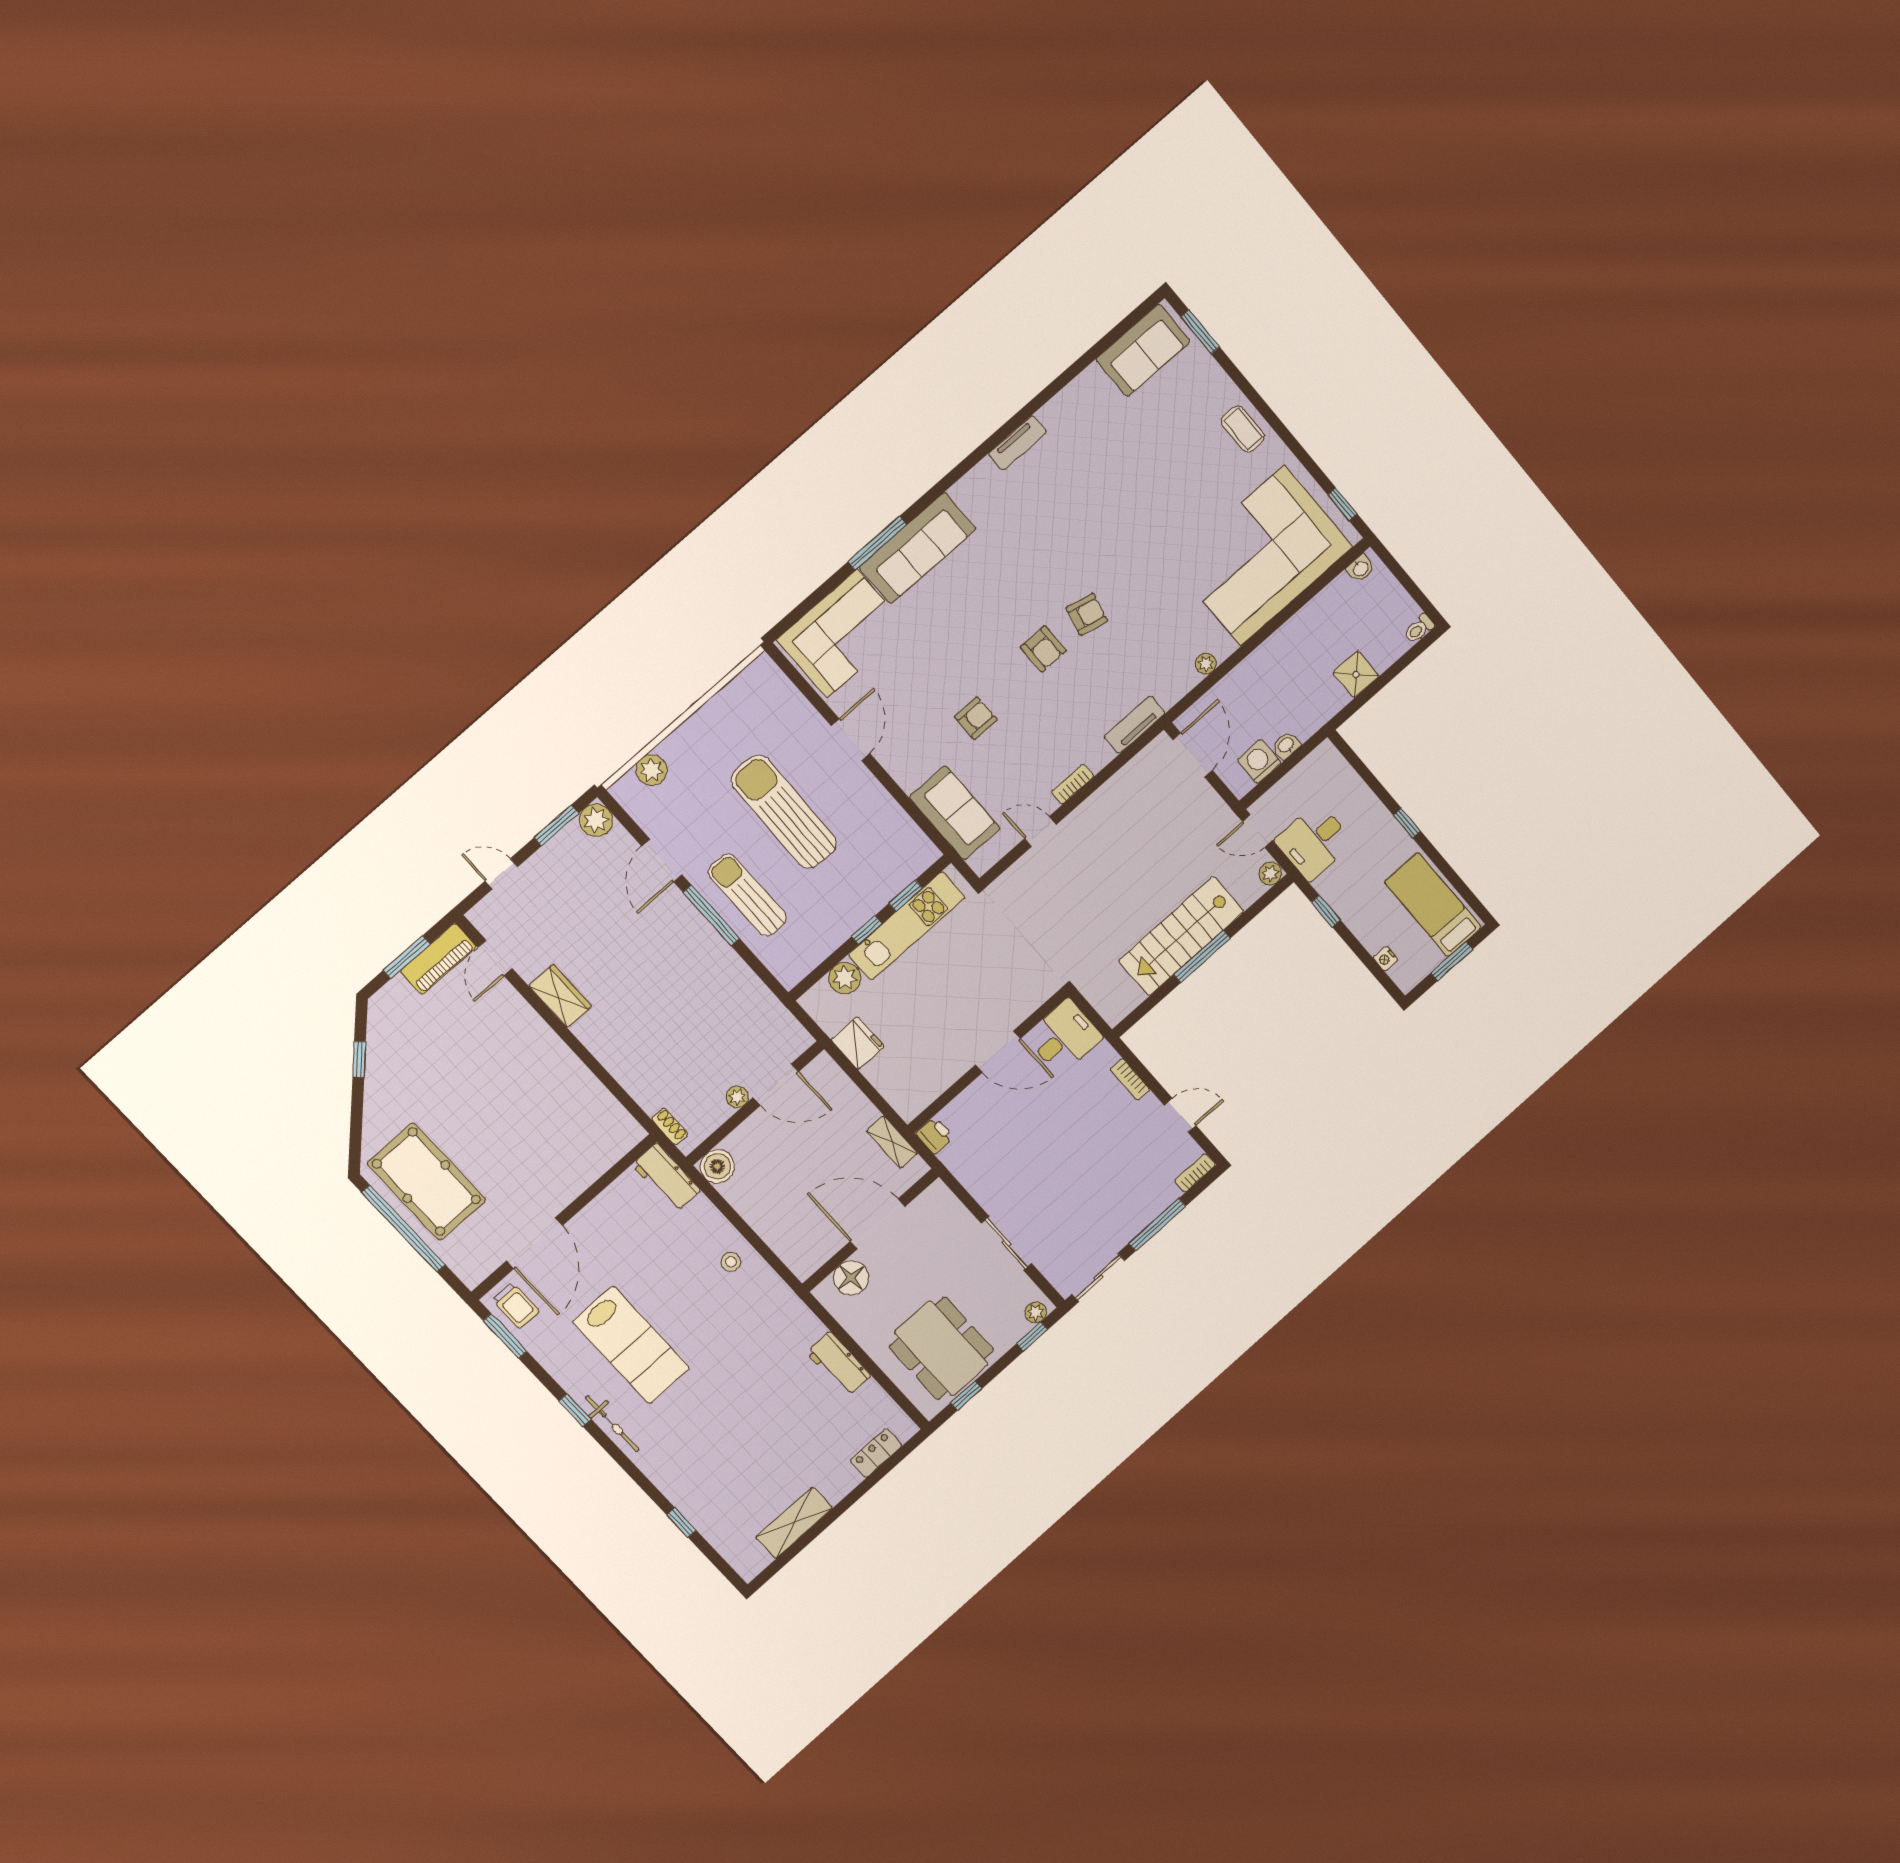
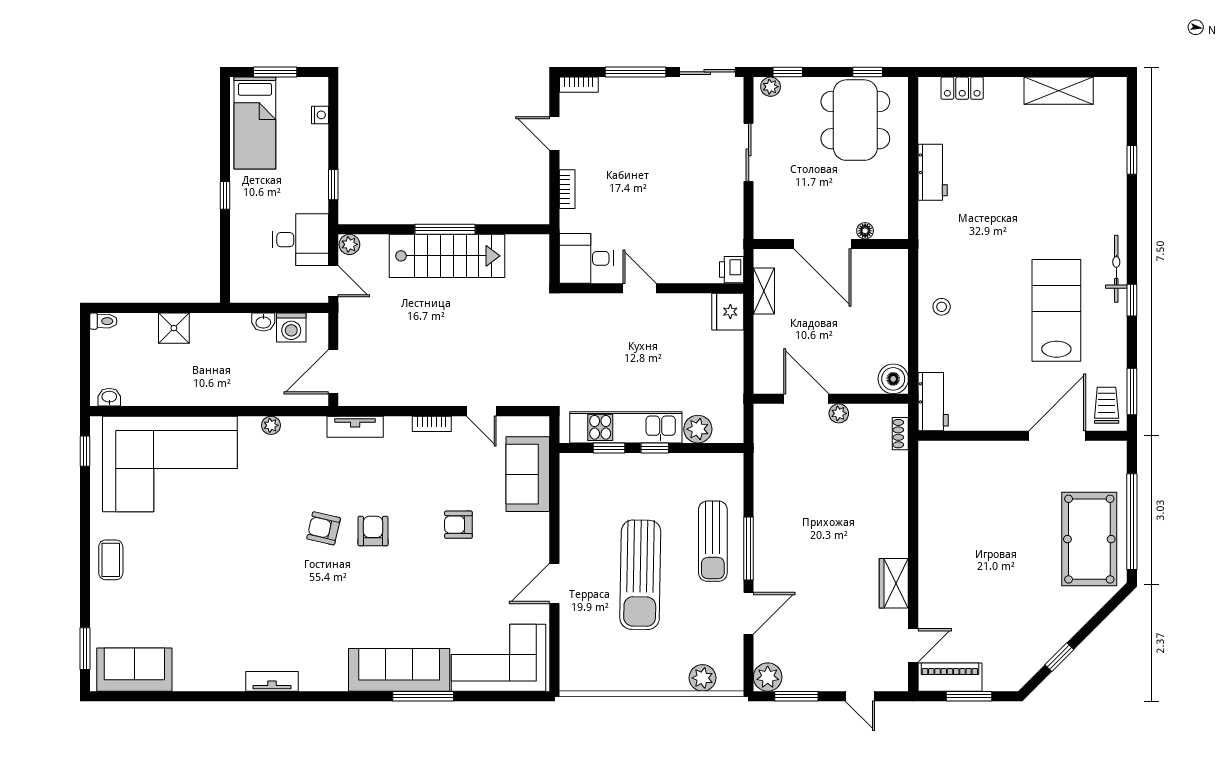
fridge: (858, 1043) -> (728, 312), moved
door: (998, 1052) -> (640, 288), width x0.73
floor lamp: (851, 1278) -> (865, 231), width x0.53, depth x0.53

